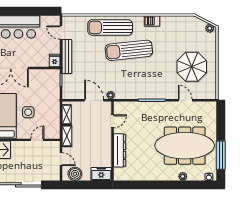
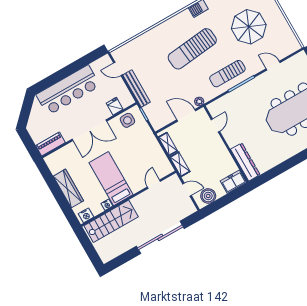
sun lounger: (110, 27) -> (227, 74), moved, width x0.73, depth x0.75
fridge: (55, 61) -> (115, 106), moved
parasol: (192, 67) -> (249, 27), moved
side table: (28, 112) -> (127, 120), moved
dresser: (120, 150) -> (245, 162), moved

